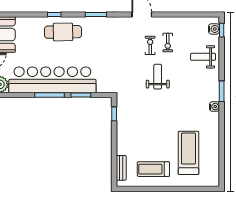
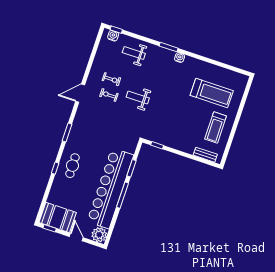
cafe table: (63, 32) -> (72, 166), width x0.73, depth x0.74
weight bench: (203, 57) -> (134, 53), turned 90
treadmill: (188, 153) -> (212, 93), turned 180

